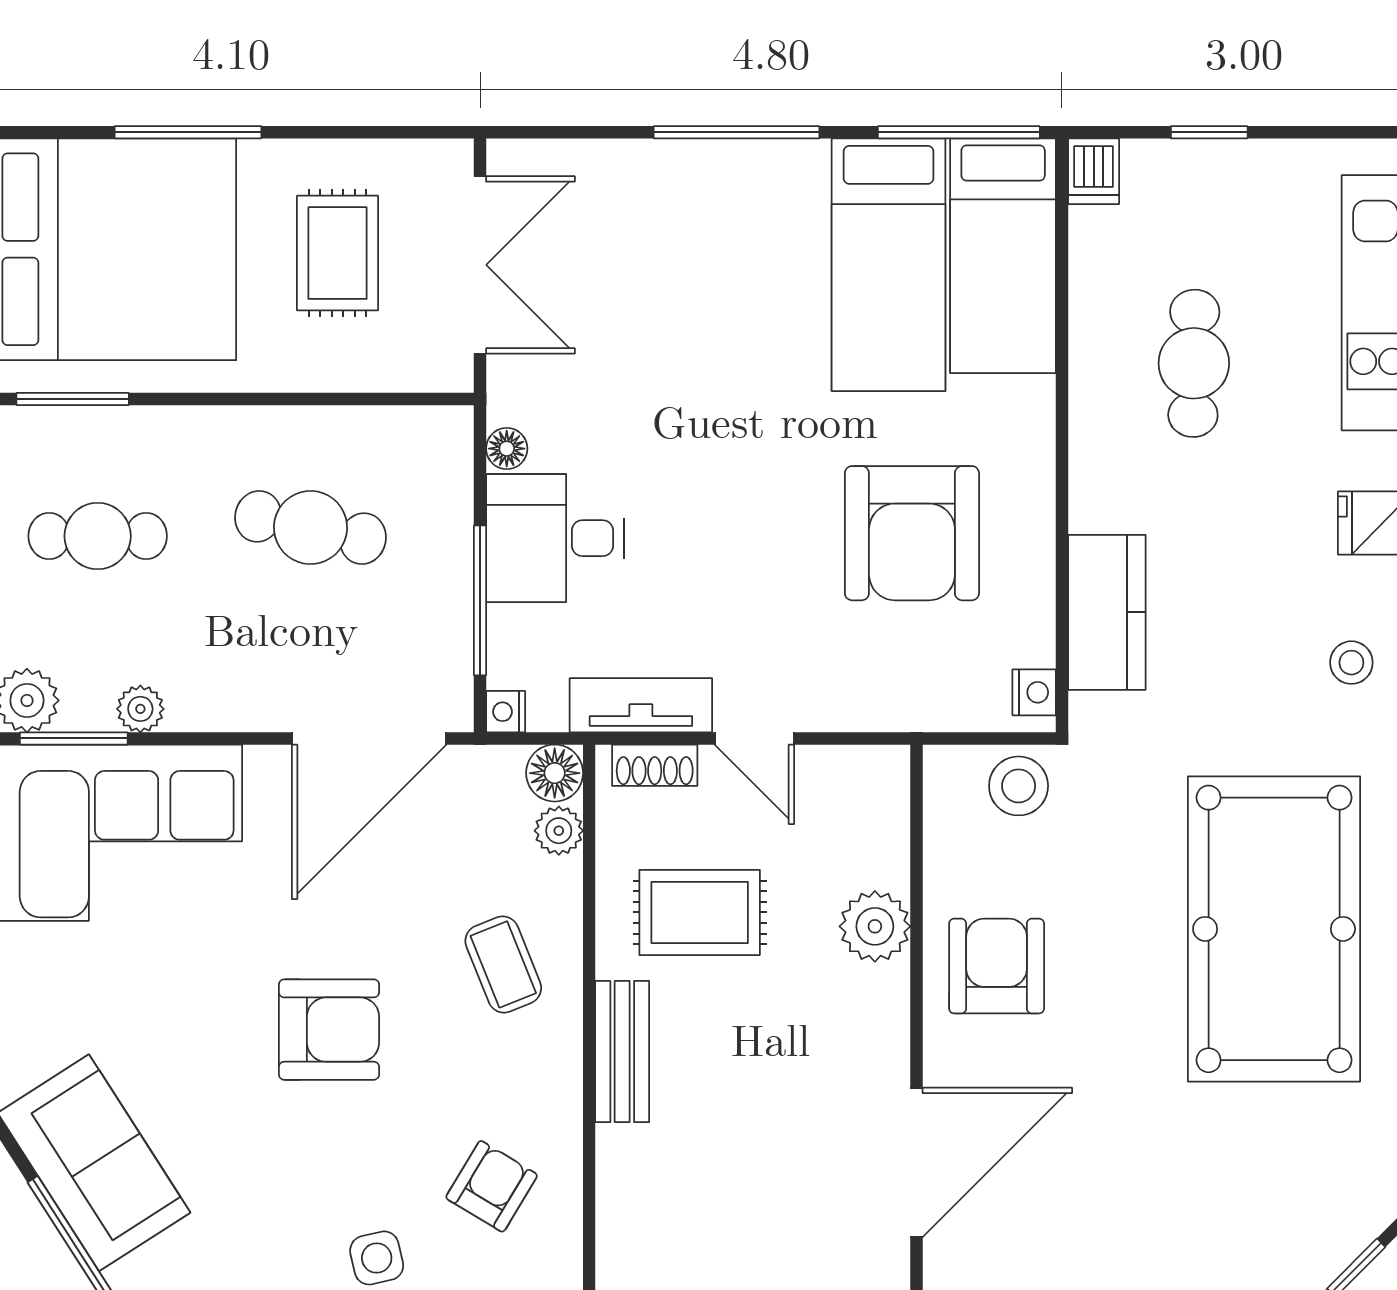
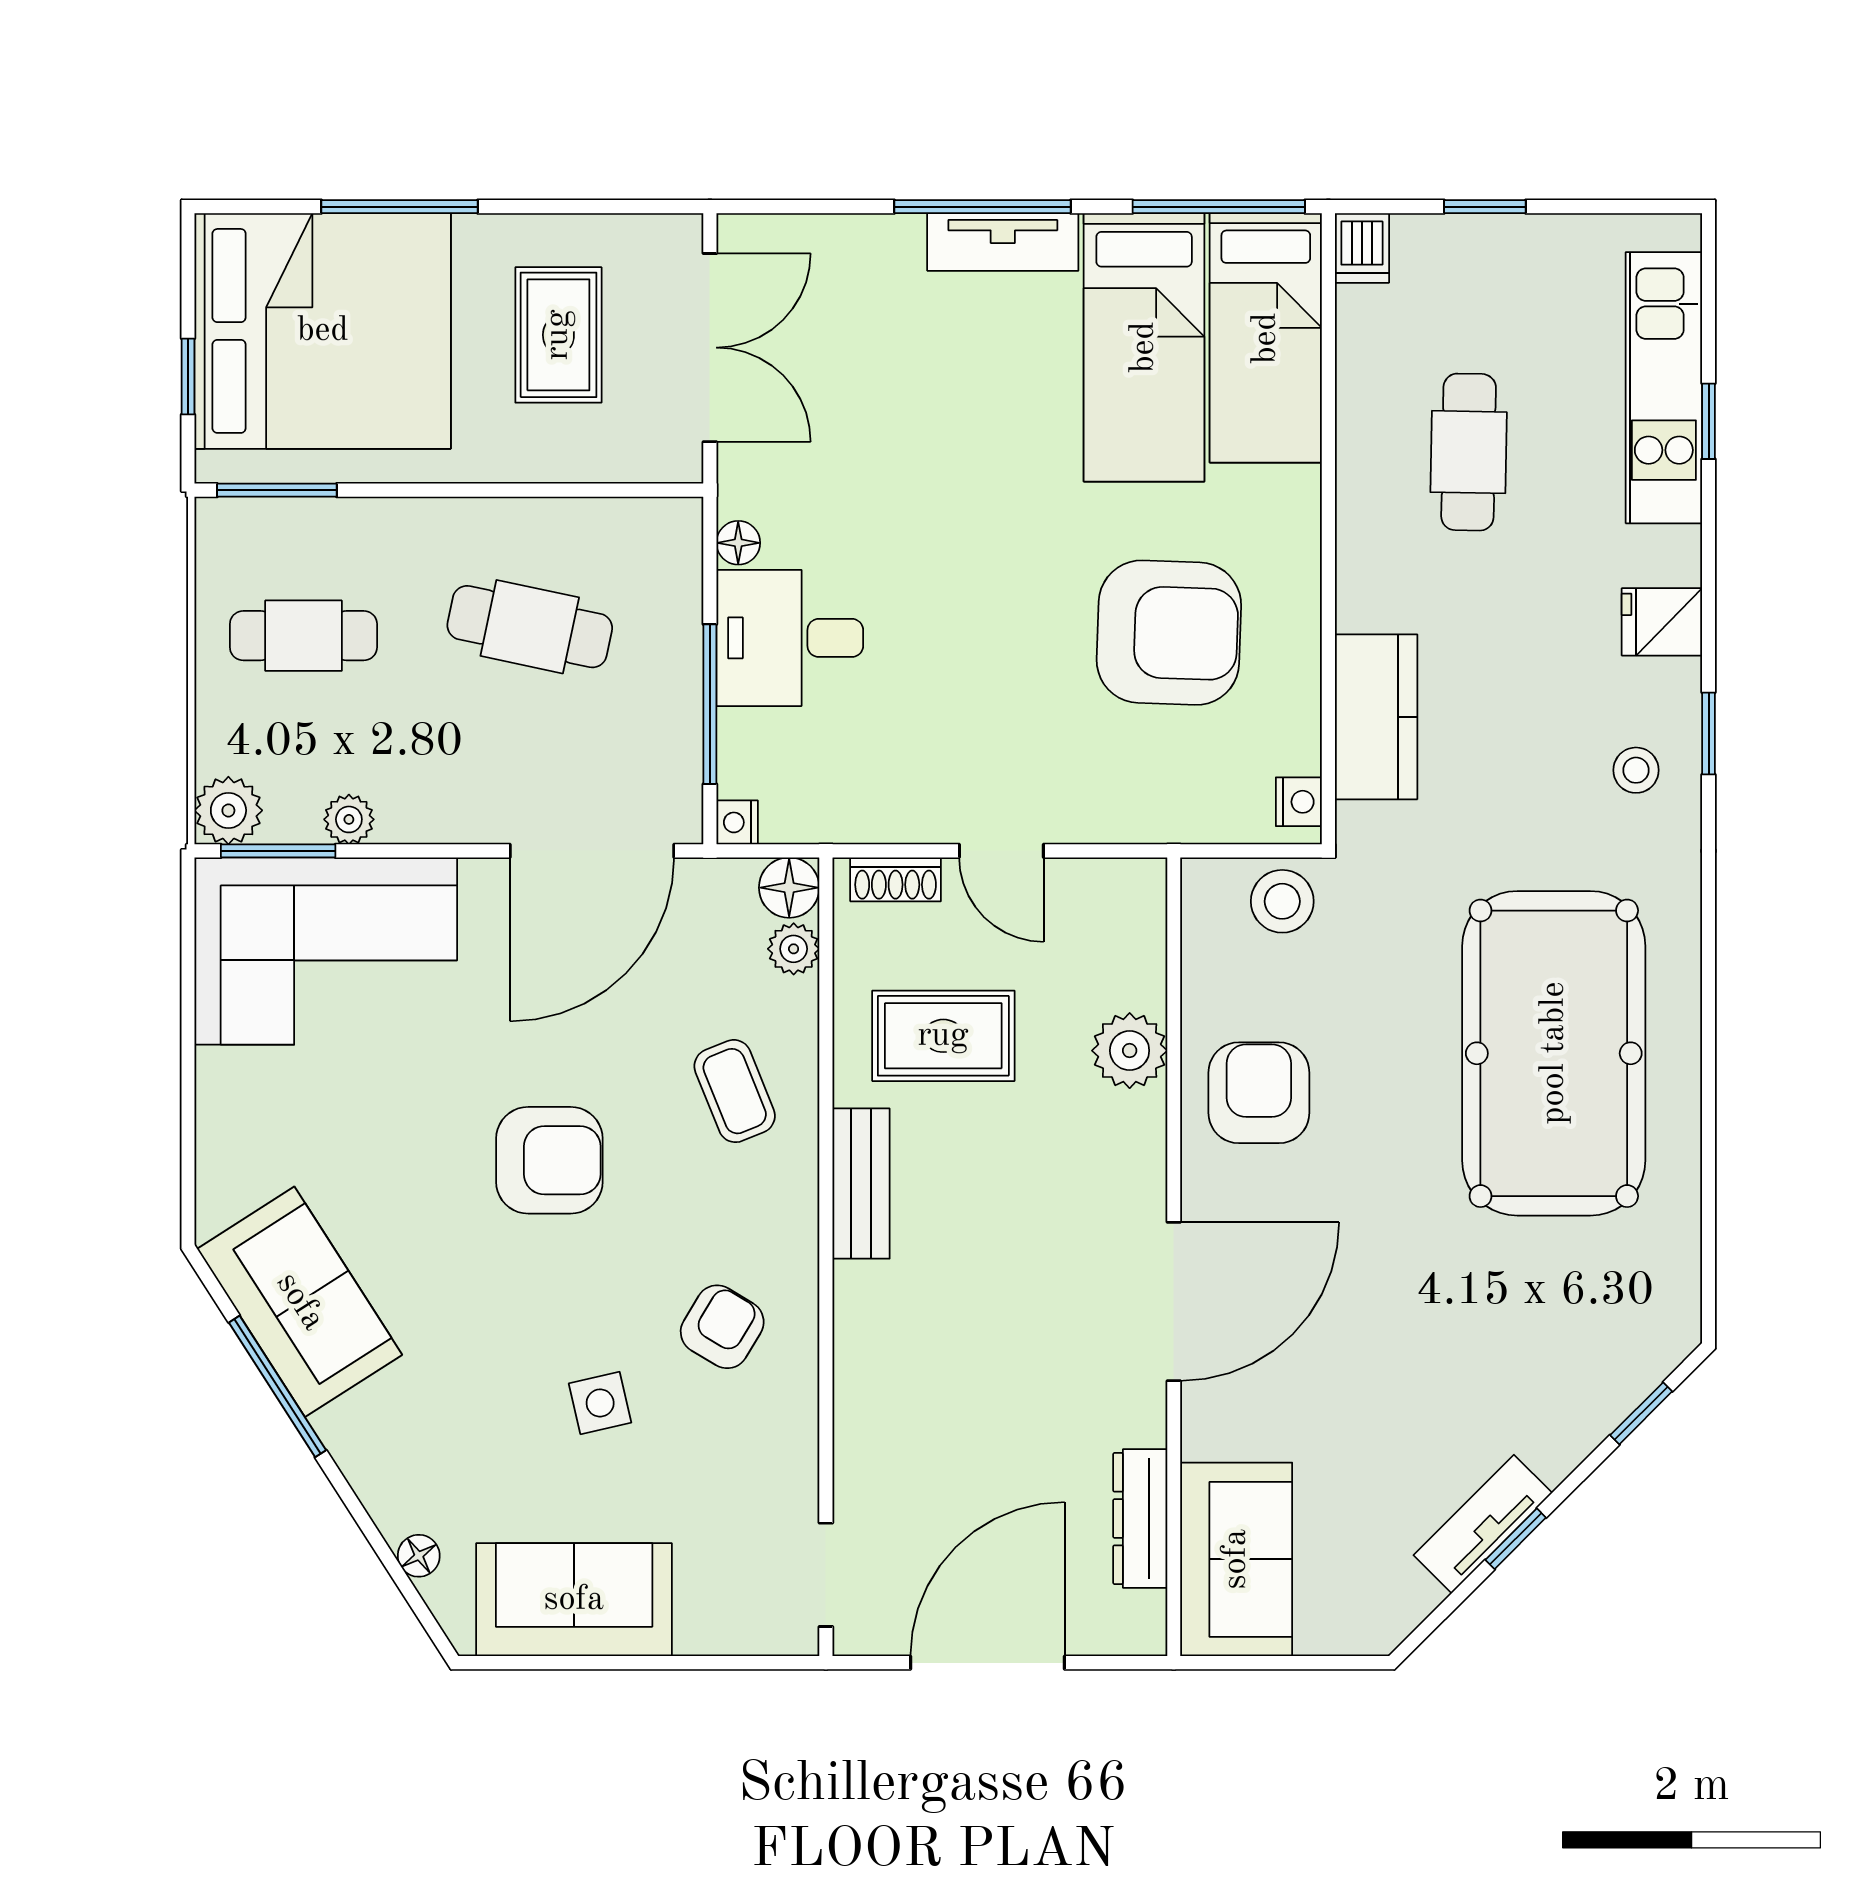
armchair: (912, 533) -> (1169, 633), turned -88
tv unit: (641, 705) -> (1003, 242), moved, turned 180

